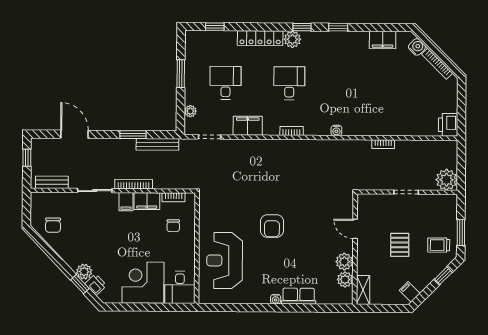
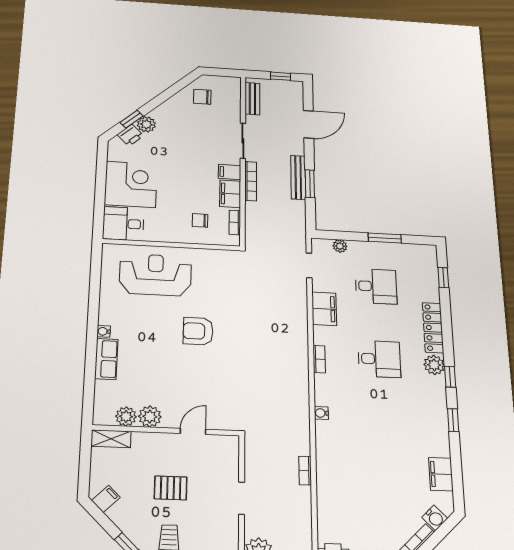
bench: (157, 144) -> (298, 177), moved

